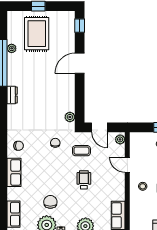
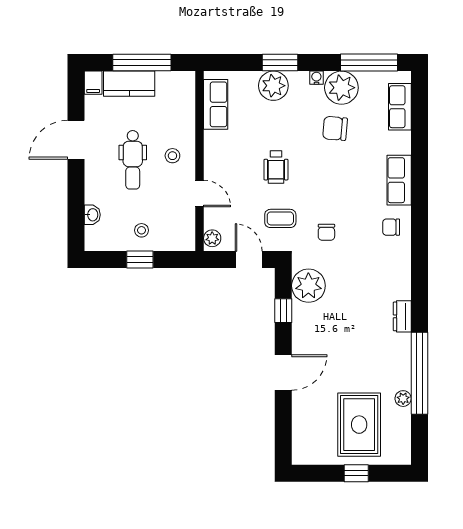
window: (80, 26) -> (283, 311), moved
plant: (70, 117) -> (308, 286), width x1.88, depth x1.88
chair: (50, 202) -> (335, 128), turned 95

